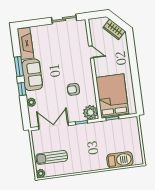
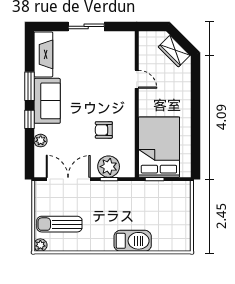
sliding door: (64, 19) -> (86, 26), moved
plant: (91, 112) -> (109, 167), moved
barbecue: (120, 160) -> (133, 241), moved

